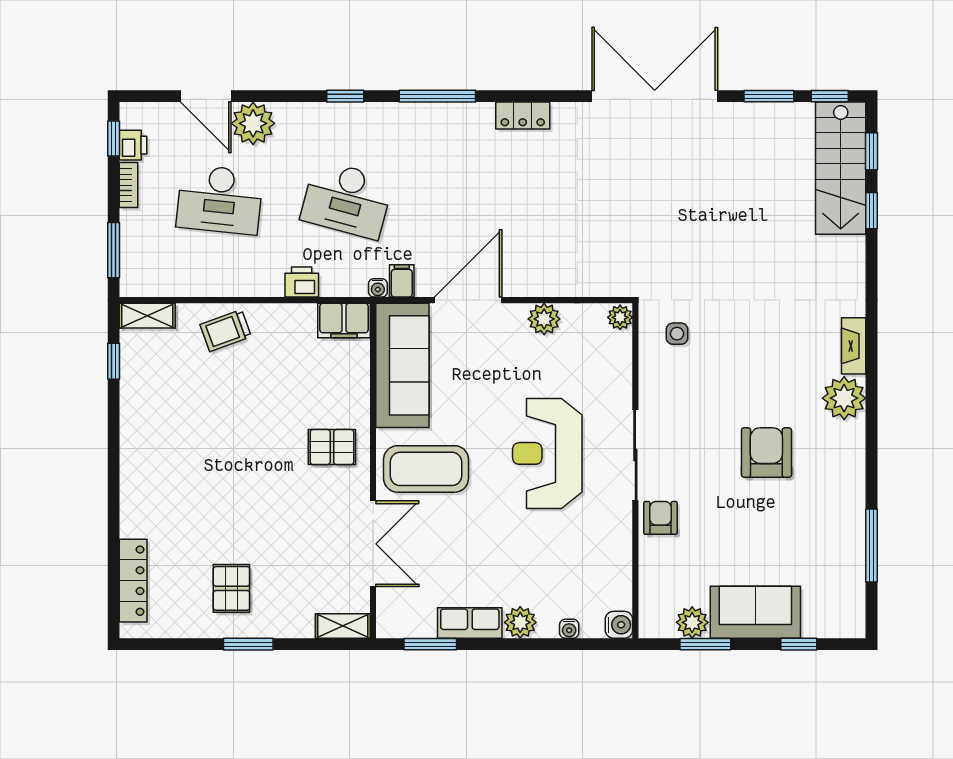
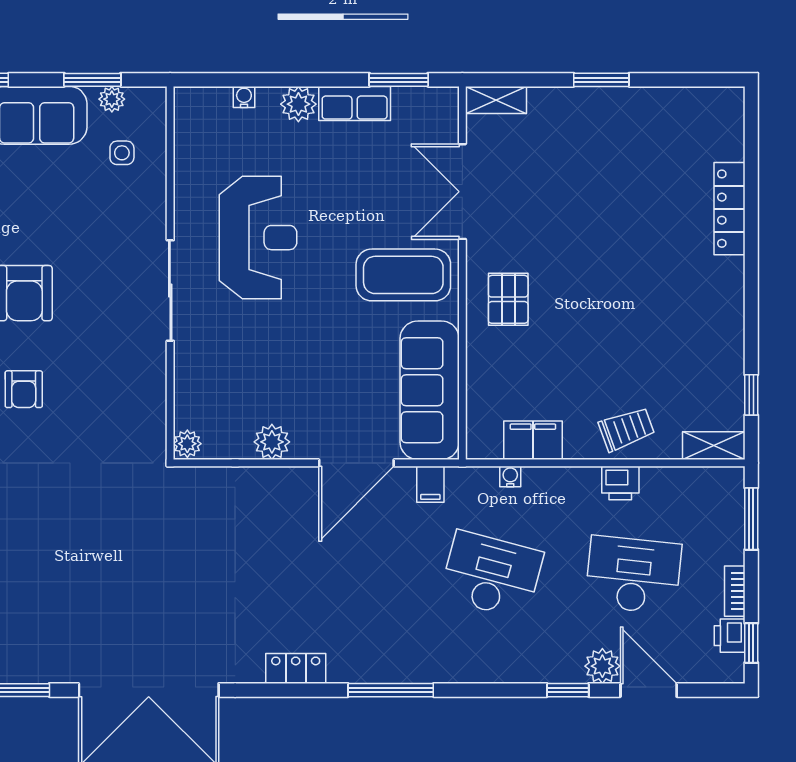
window: (345, 96) -> (568, 690), moved
plant: (253, 123) -> (602, 666), width x0.73, depth x0.73
printer: (302, 282) -> (620, 483), moved
water cooler: (378, 288) -> (510, 477), moved
filing cabinet: (344, 320) -> (533, 440), moved
side table: (677, 334) -> (122, 153), moved
pallet: (332, 447) -> (508, 299), turned 90
reception desk: (547, 453) -> (258, 238), moved
armchair: (660, 518) -> (24, 389), moved
locker: (133, 581) -> (729, 209), moved
pallet: (231, 588) -> (620, 142), removed
plant: (692, 622) -> (112, 99), width x0.73, depth x0.73
water cooler: (619, 625) -> (189, 101), removed

